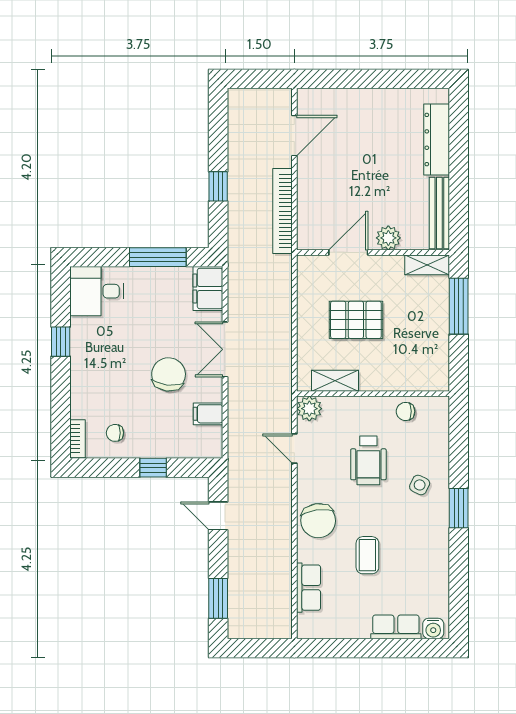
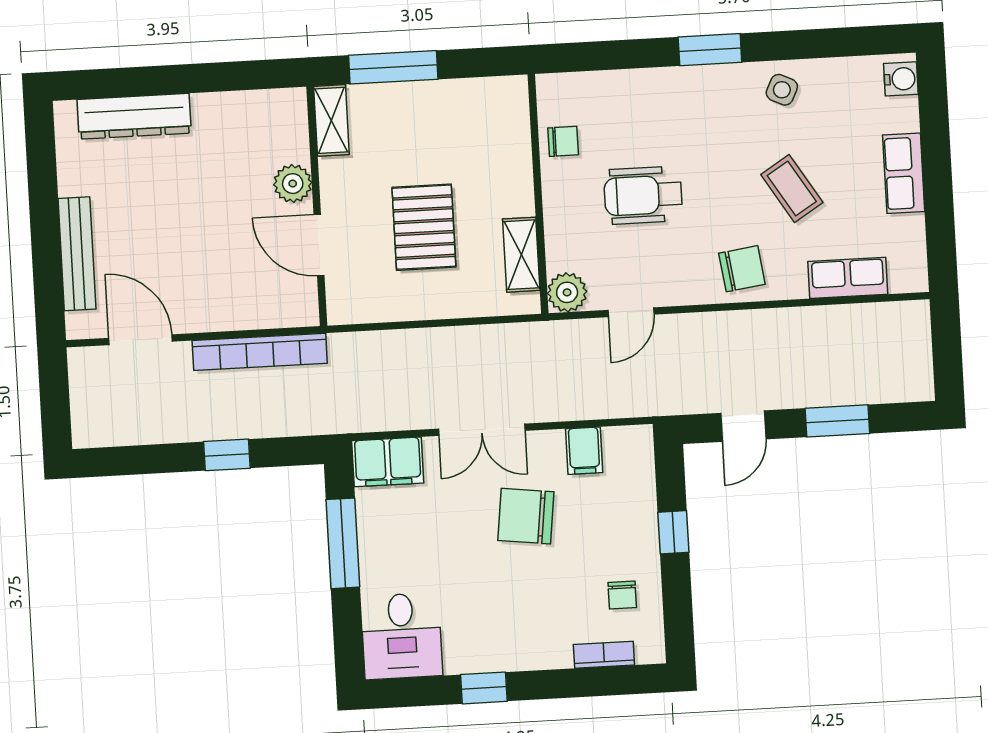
bench: (439, 213) -> (77, 254), moved, turned 90
chair: (406, 411) -> (563, 141), turned -90
bookcase: (78, 439) -> (604, 655), moved
wheelchair: (368, 460) -> (643, 195), turned 180
side table: (420, 485) -> (782, 90), moved
chair: (318, 521) -> (742, 269), width x0.73, depth x0.73
coffee table: (367, 555) -> (792, 189), turned 58
window: (218, 598) -> (837, 421), moved
row of seats: (396, 627) -> (904, 173), moved

